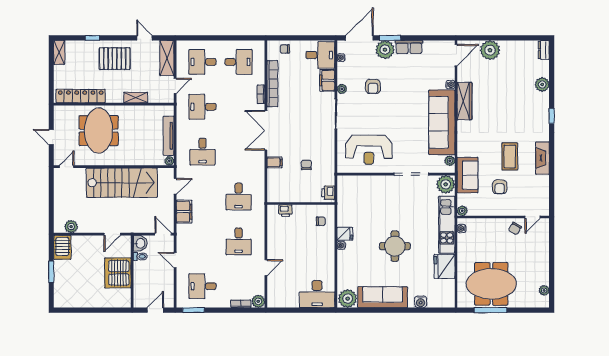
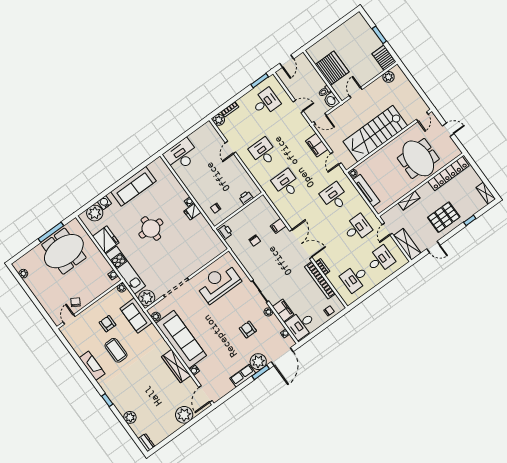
plant: (348, 299) -> (95, 213), moved

